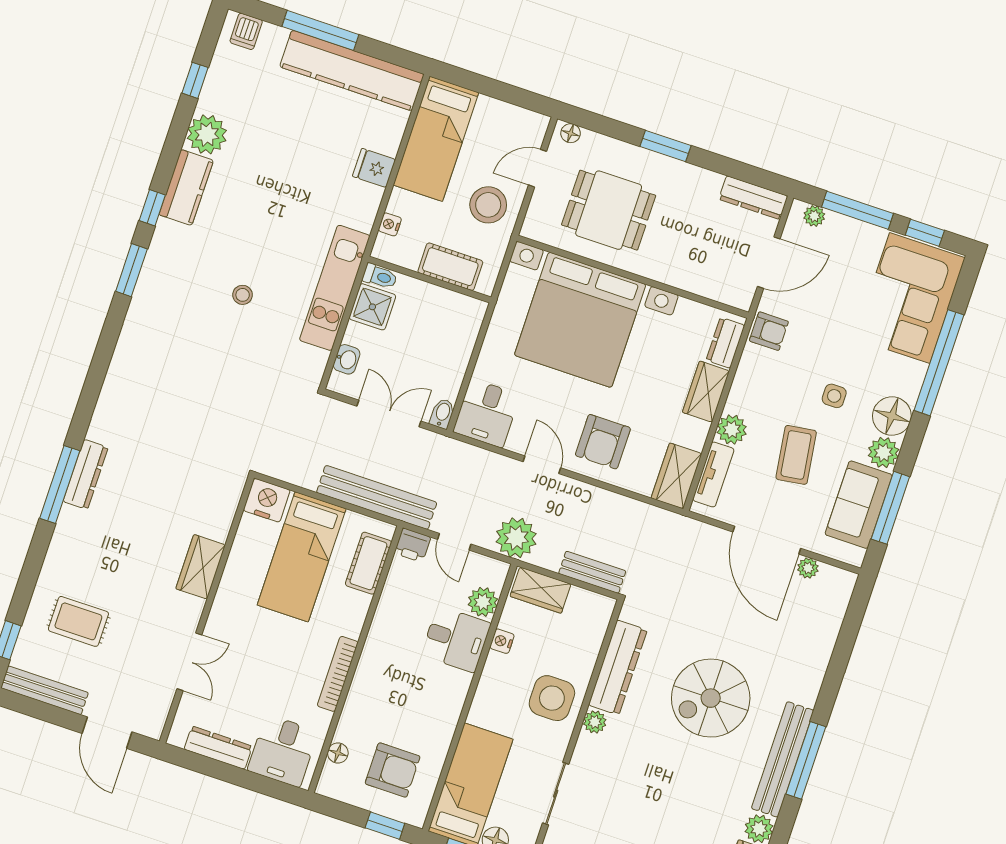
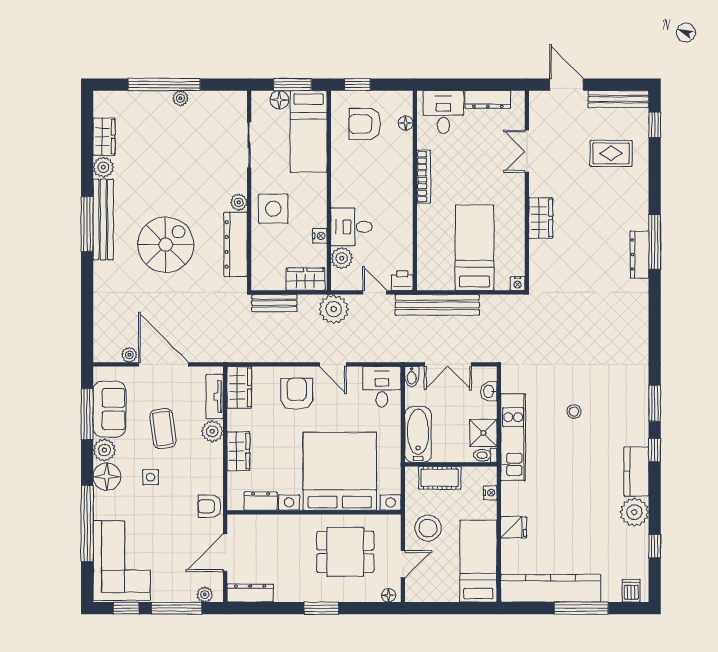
bathtub: (460, 334) -> (418, 435), added
dresser: (725, 343) -> (261, 501), moved, turned -90
nightstand: (267, 500) -> (518, 284), width x0.53, depth x0.56
cot: (368, 563) -> (428, 258), removed

